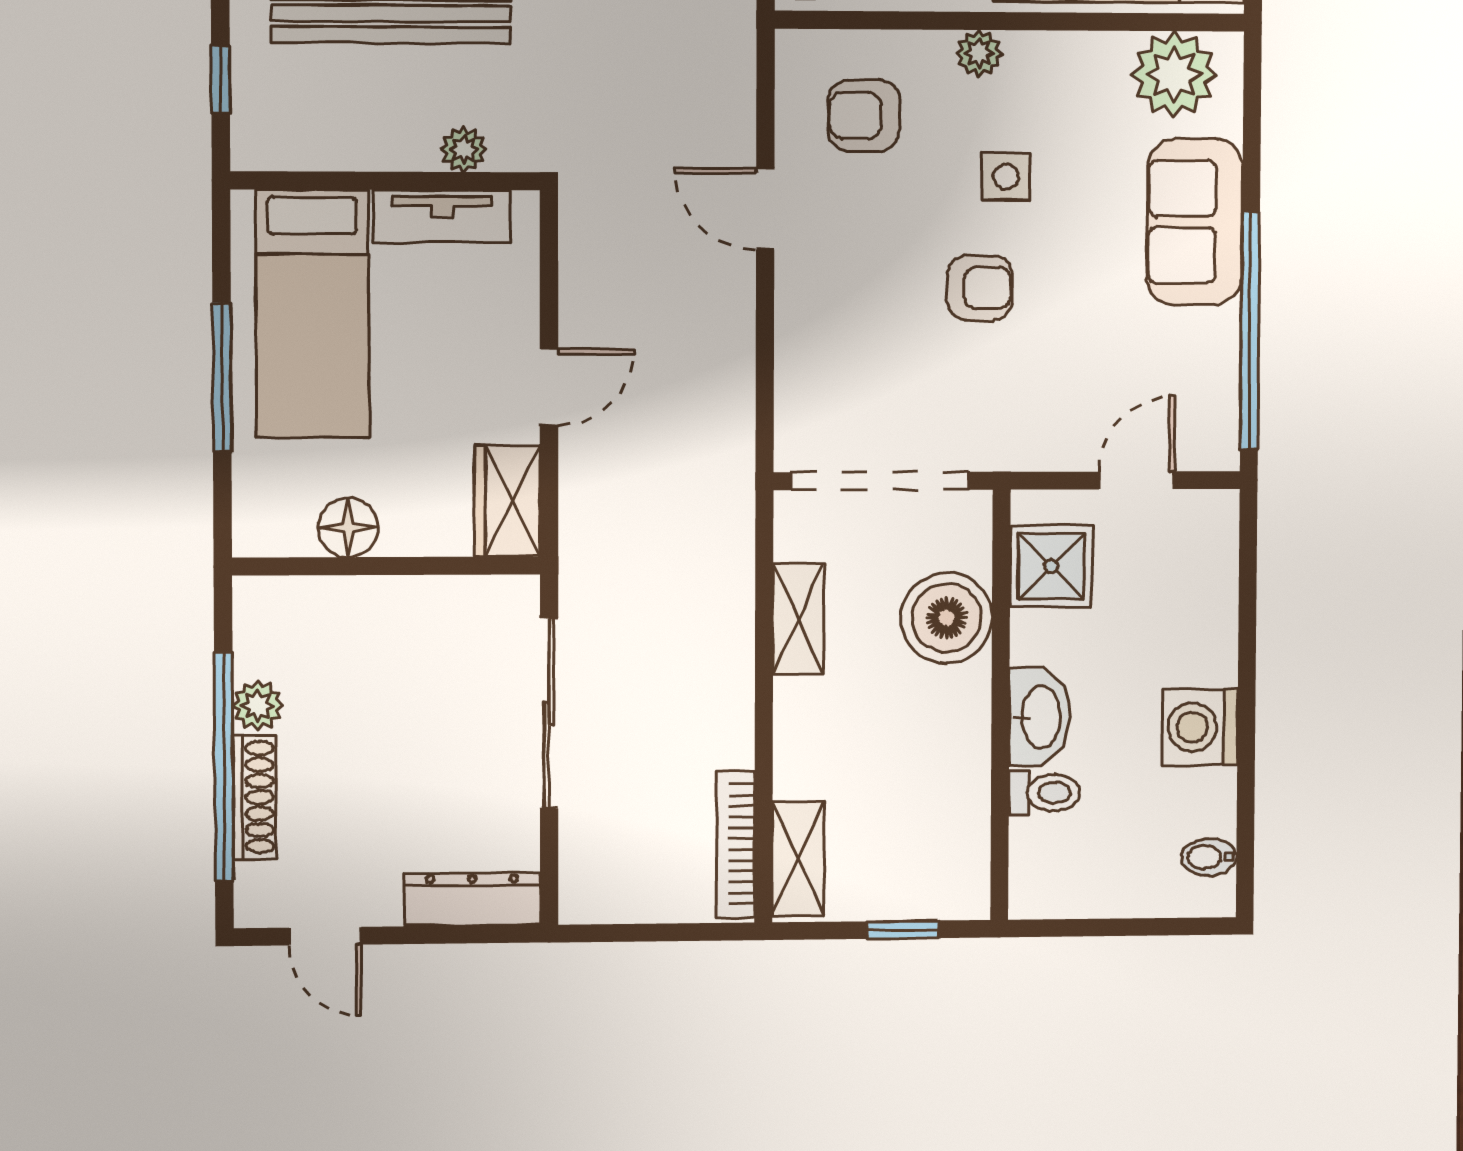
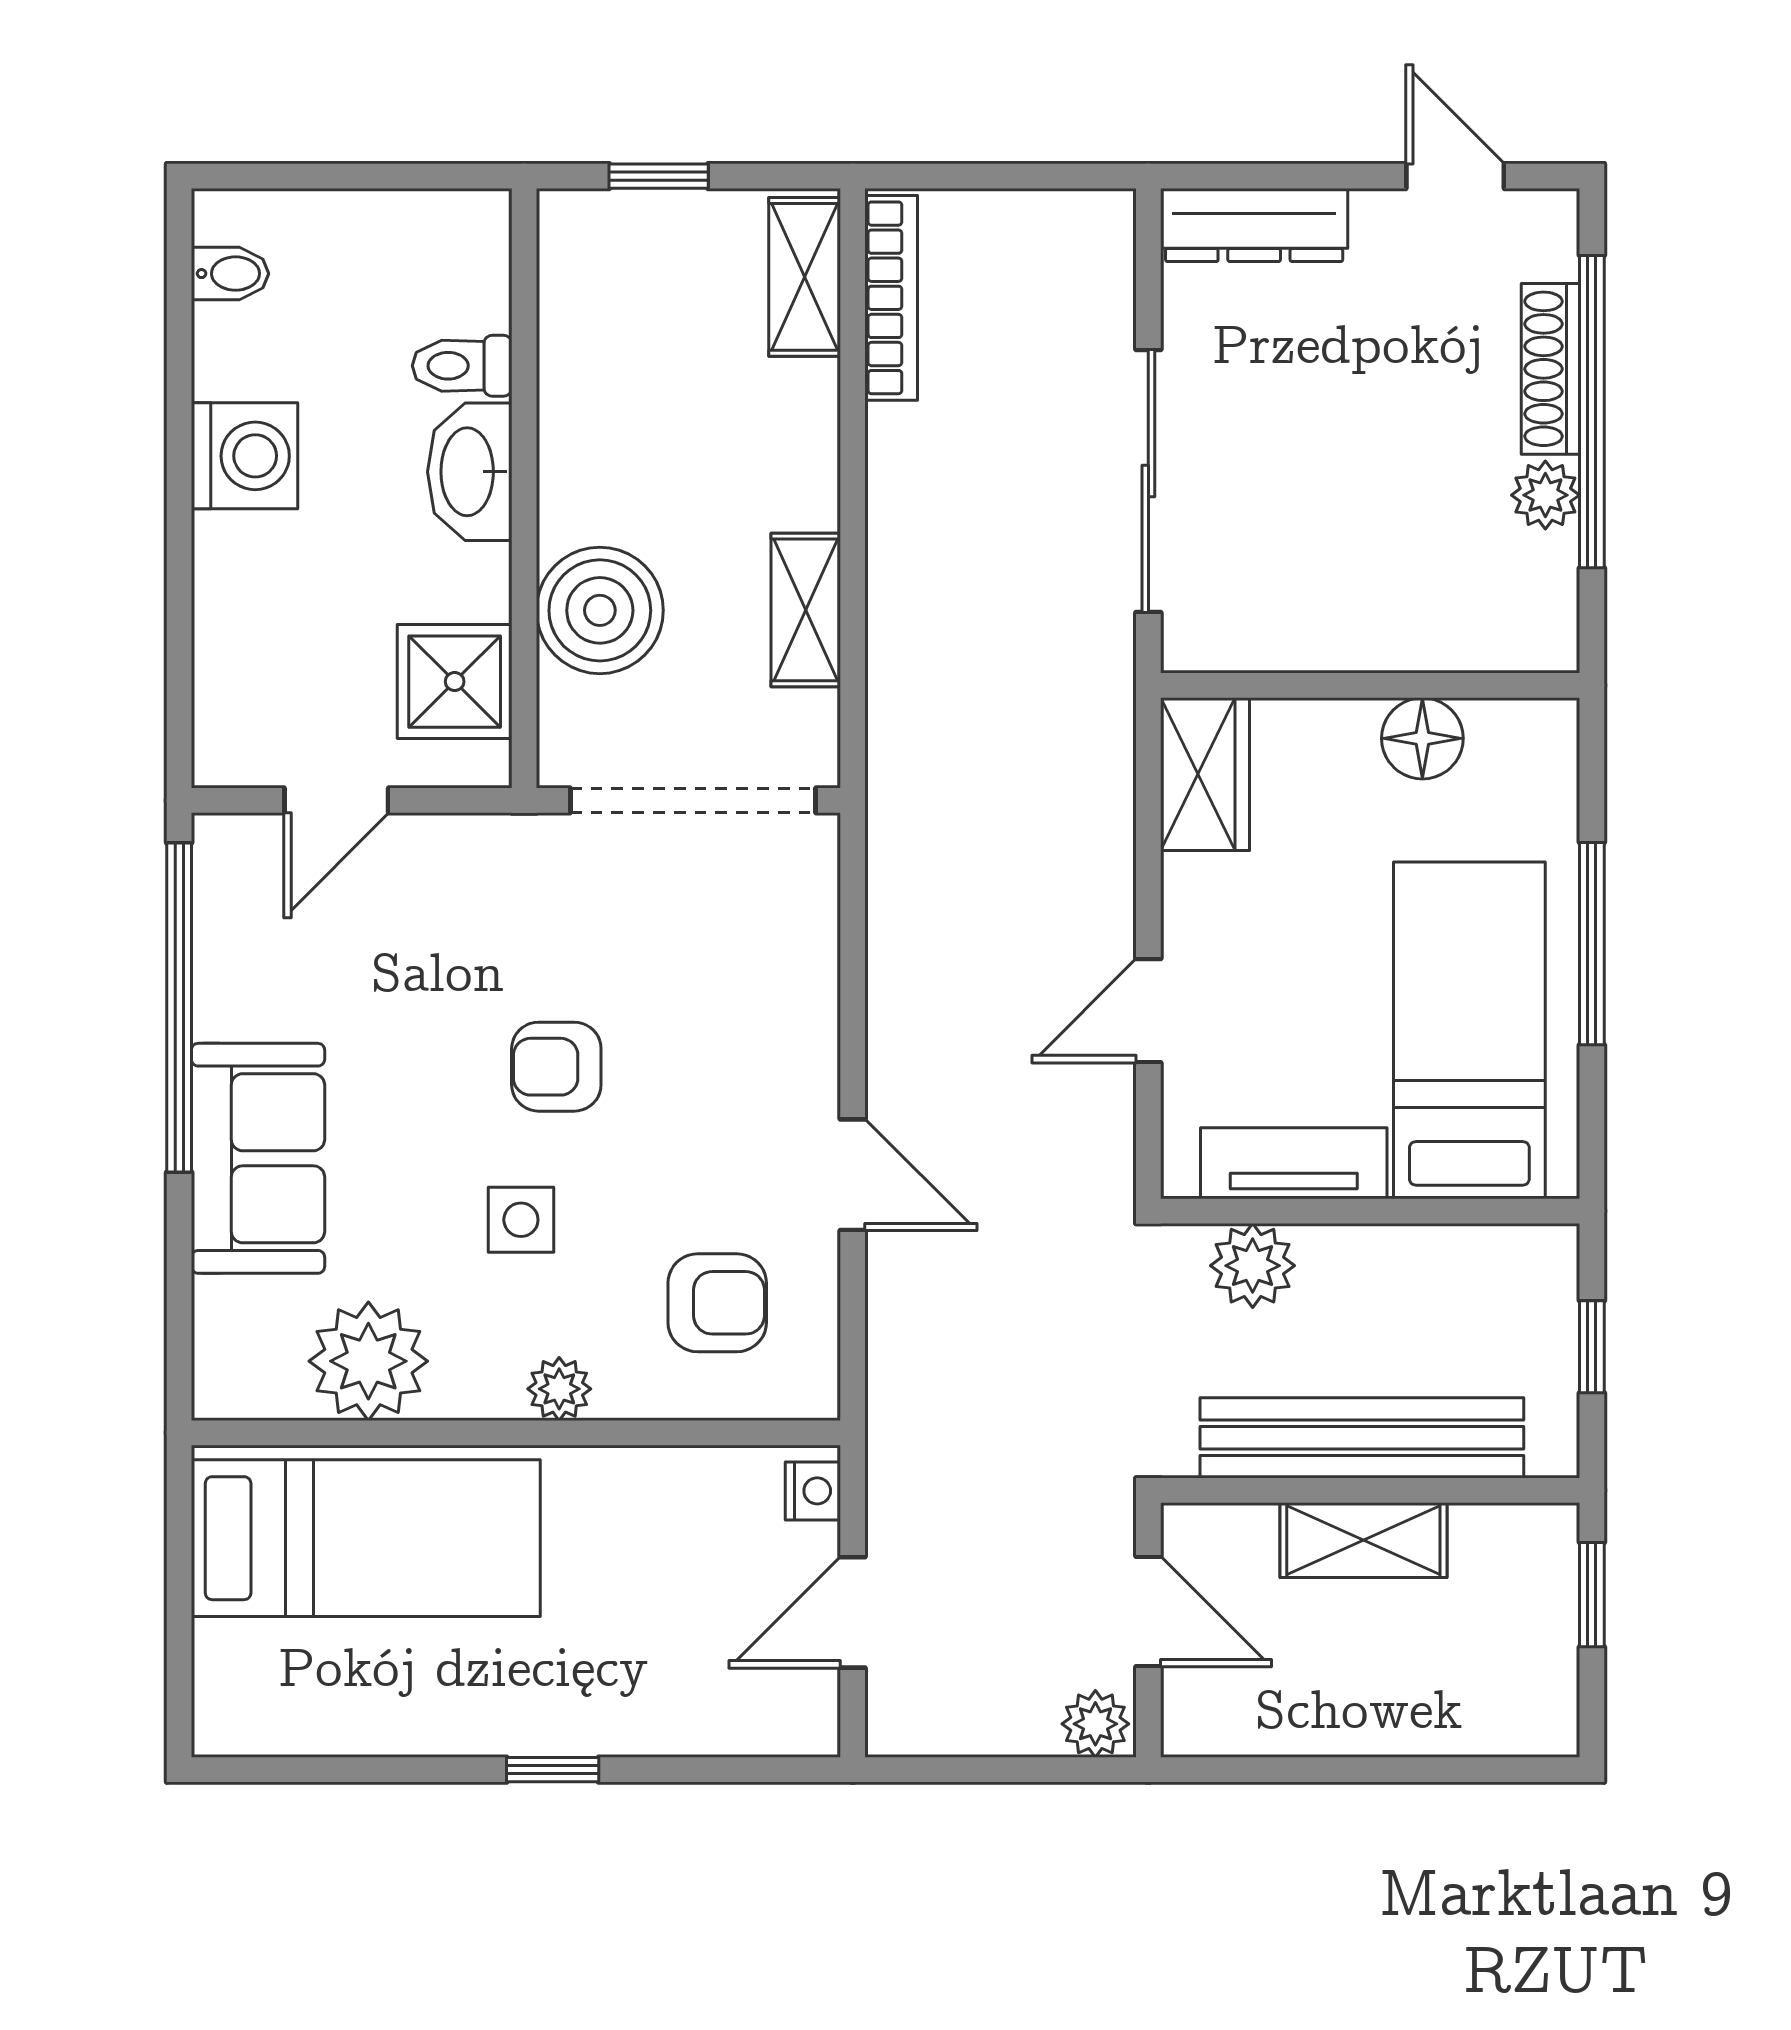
plant: (1174, 74) -> (368, 1361), moved
plant: (464, 149) -> (1253, 1266), width x1.38, depth x1.38
door: (549, 387) -> (1148, 1011), moved

